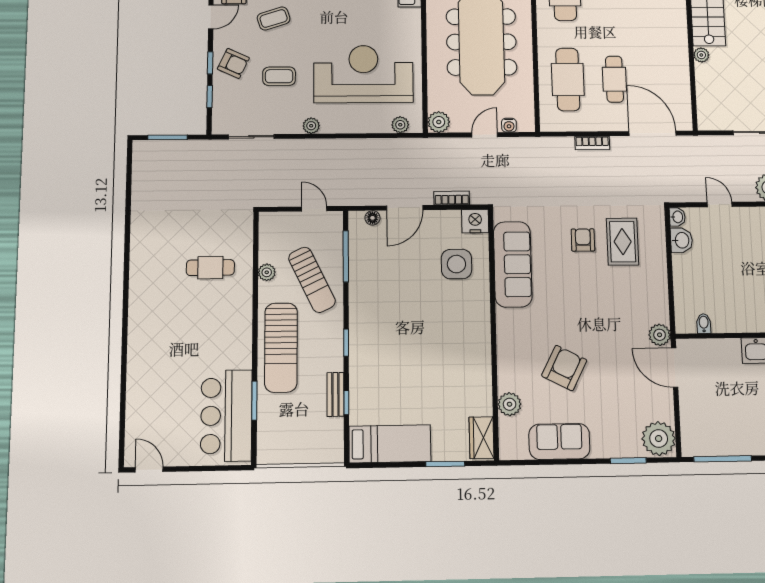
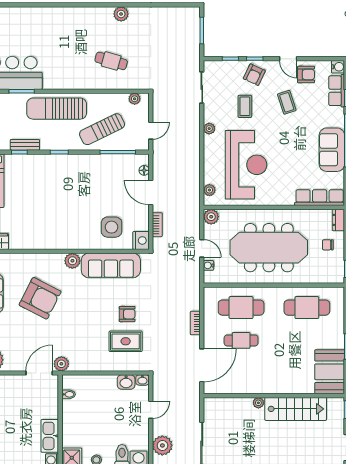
plant: (140, 254) -> (121, 14), added
cafe table: (210, 268) -> (111, 61), turned -74
plant: (267, 272) -> (135, 99), moved
armchair: (564, 368) -> (40, 298), width x1.36, depth x1.36
plant: (510, 404) -> (72, 261), moved

